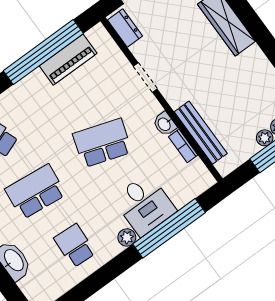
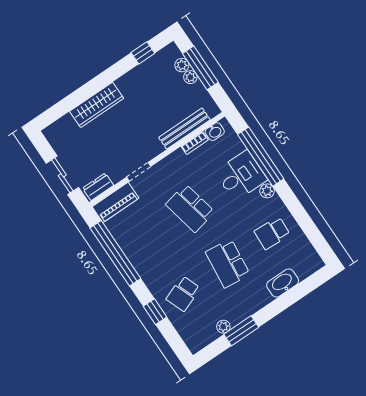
piano: (68, 60) -> (115, 202), moved, turned 90
washbasin: (165, 124) -> (215, 132), moved
school desk: (102, 143) -> (190, 208), turned -30

